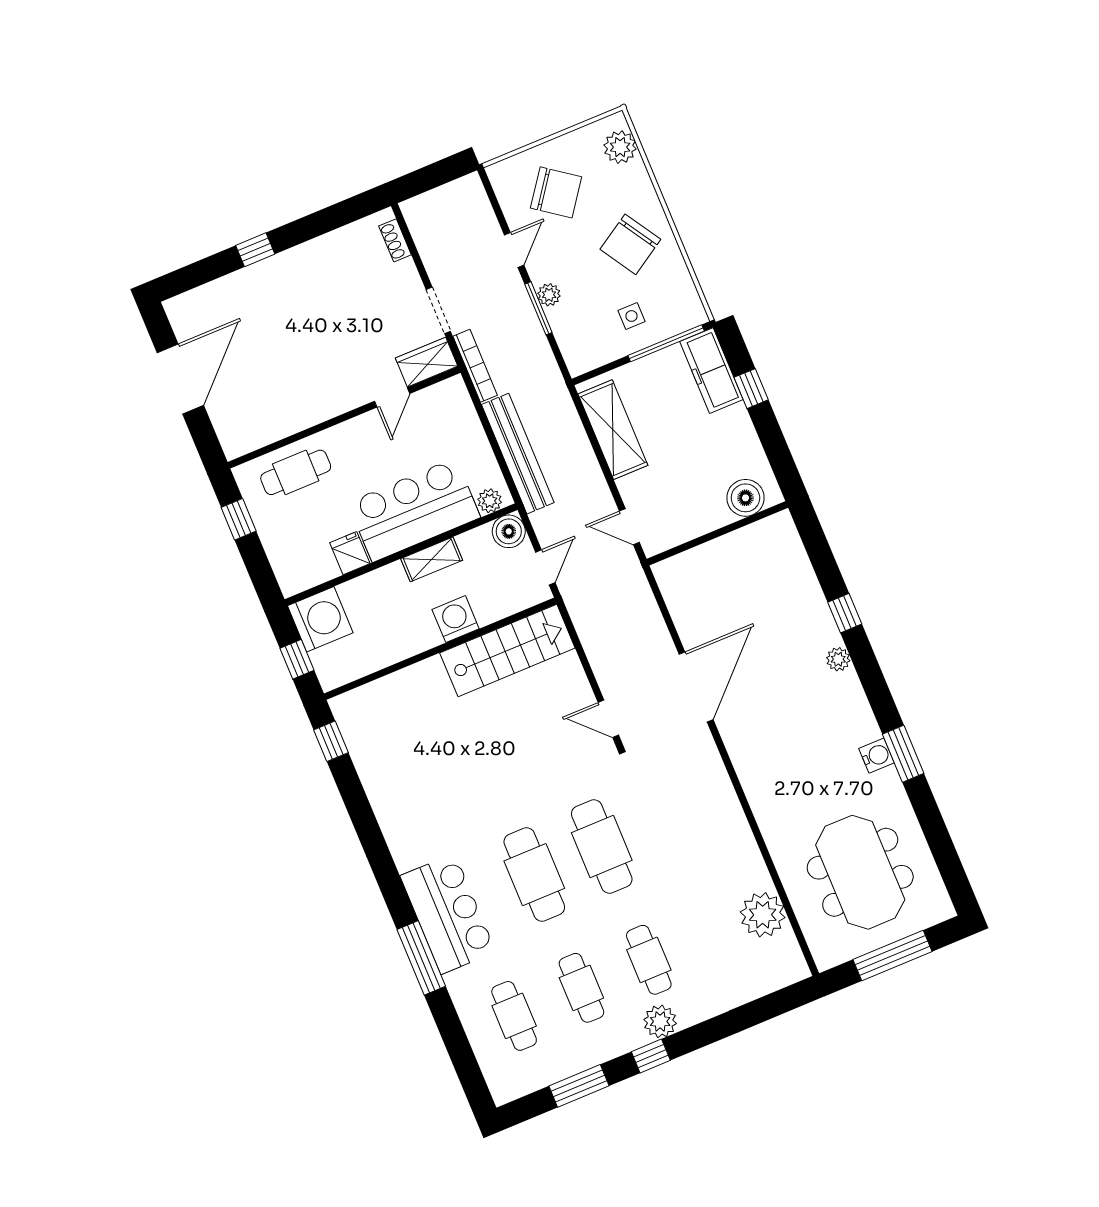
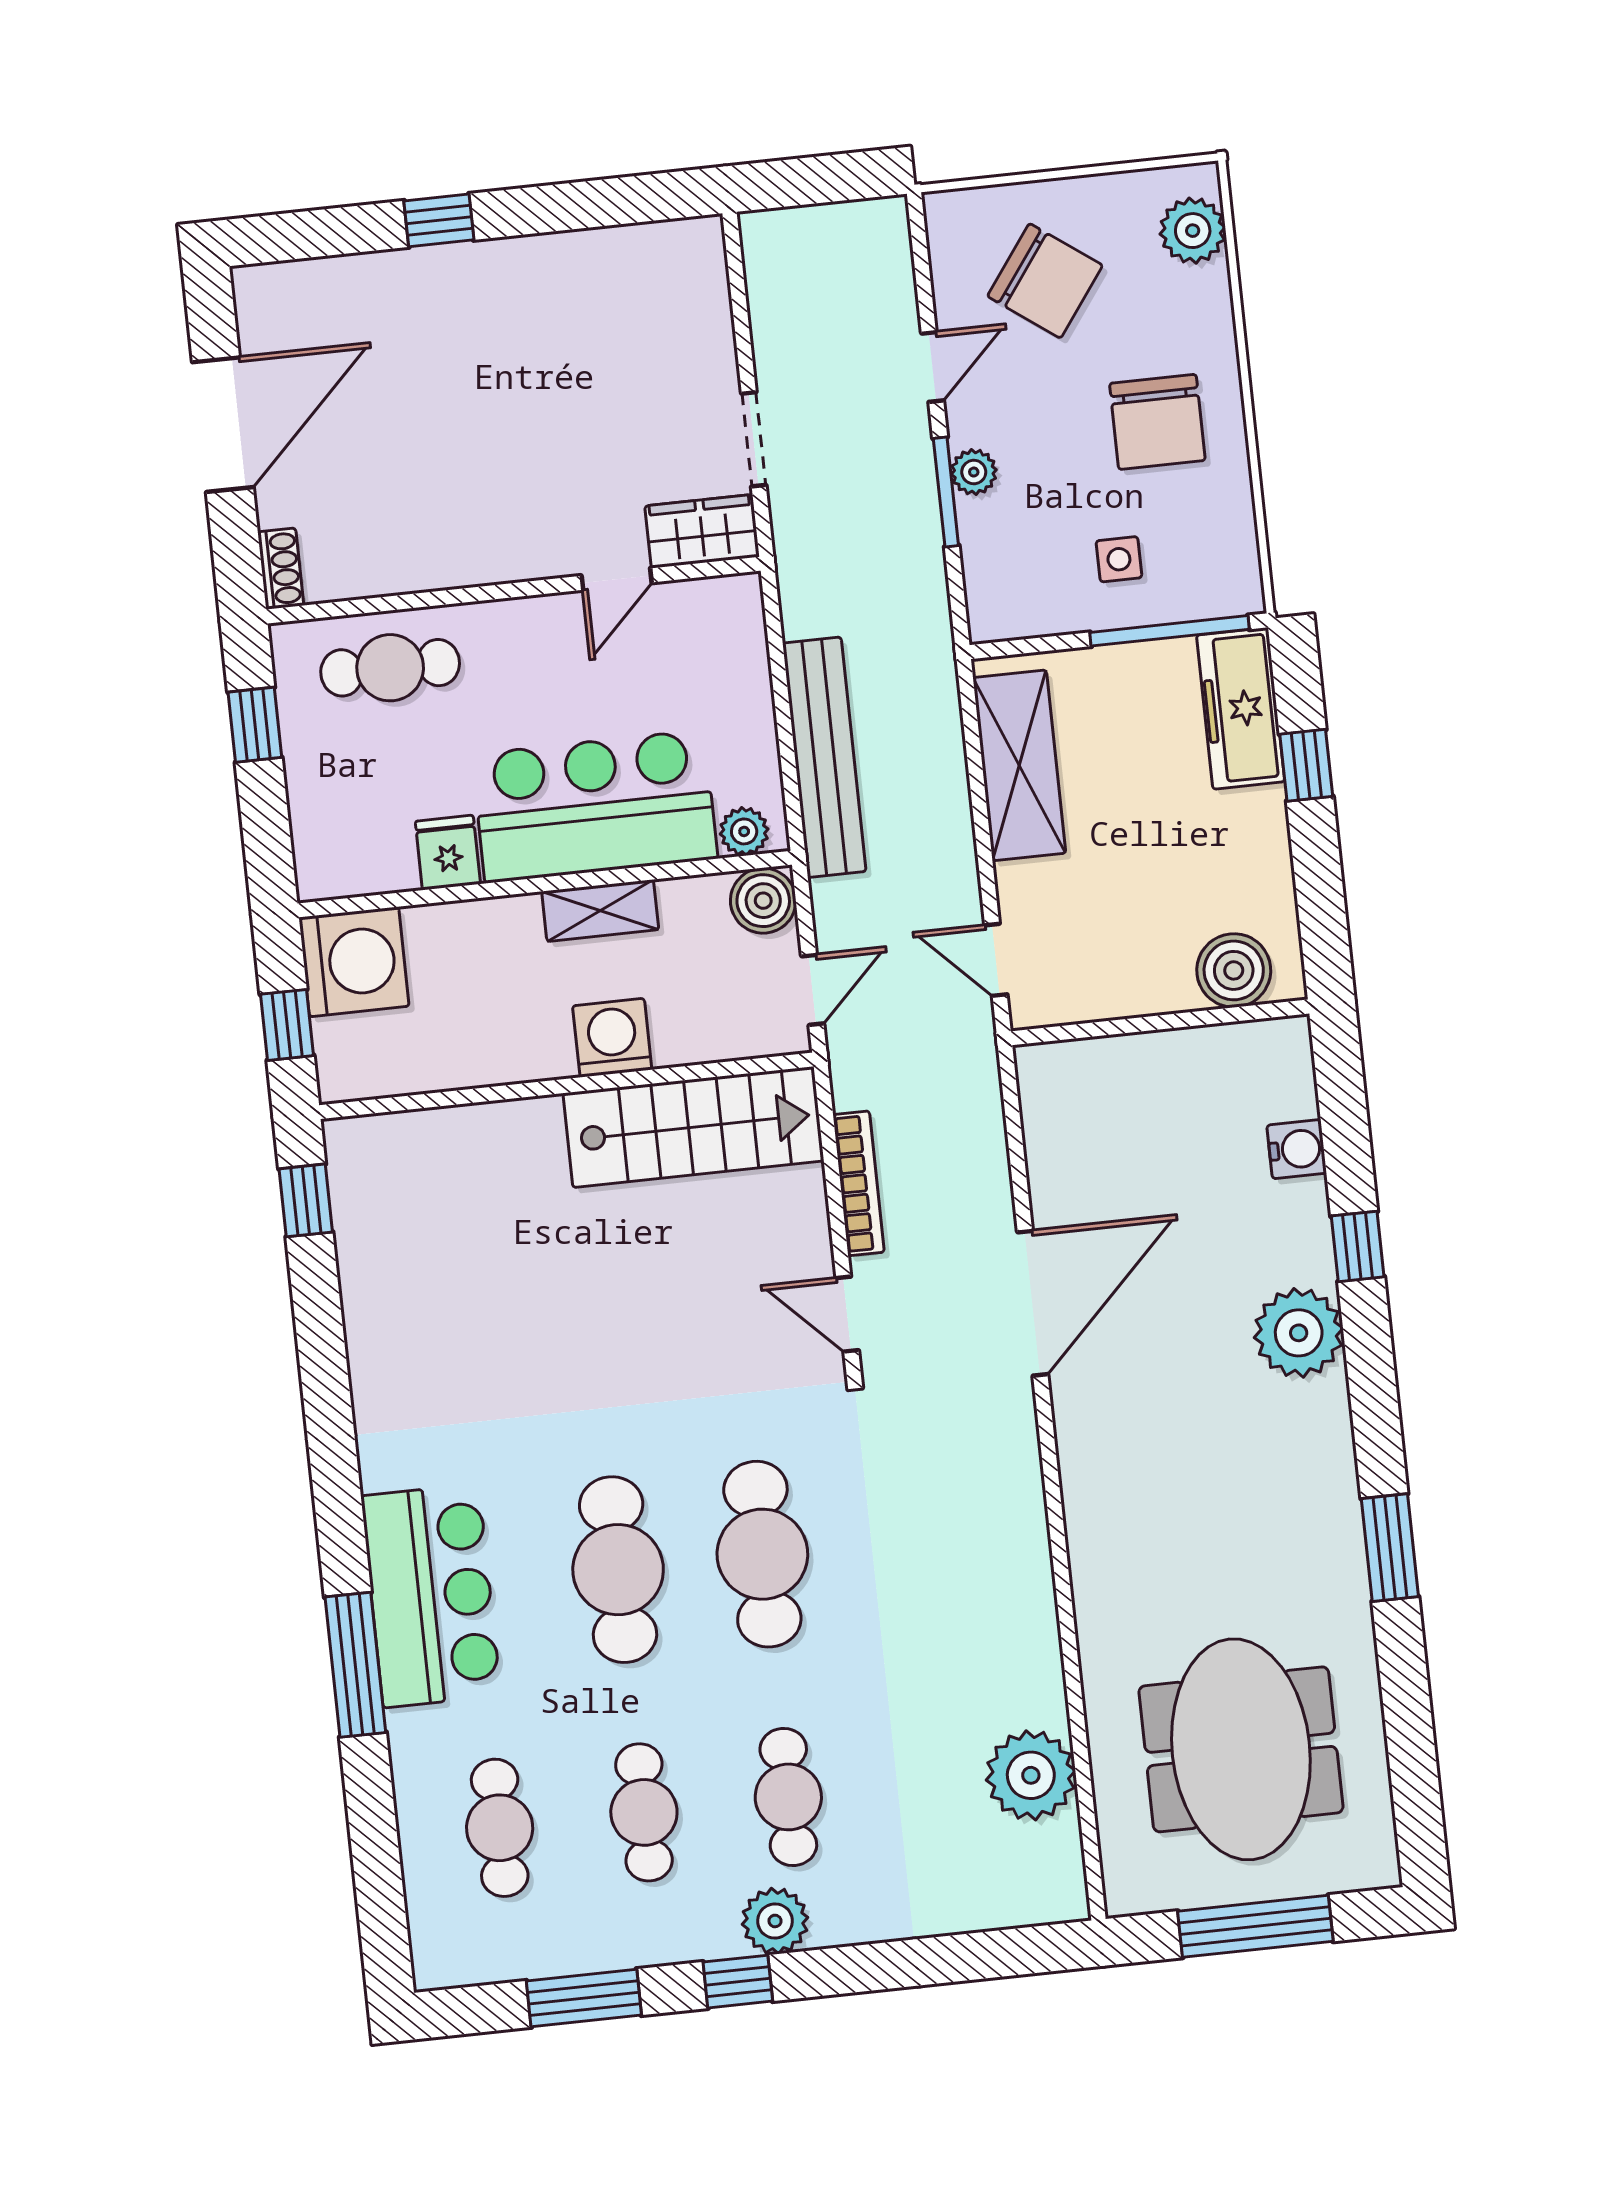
shoe rack: (395, 240) -> (281, 569), moved, turned 180
chair: (630, 244) -> (1157, 422), turned -58
bookcase: (475, 366) -> (859, 1183), moved
plant: (838, 659) -> (1299, 1333), width x1.88, depth x1.88
water cooler: (877, 756) -> (1297, 1149), moved

